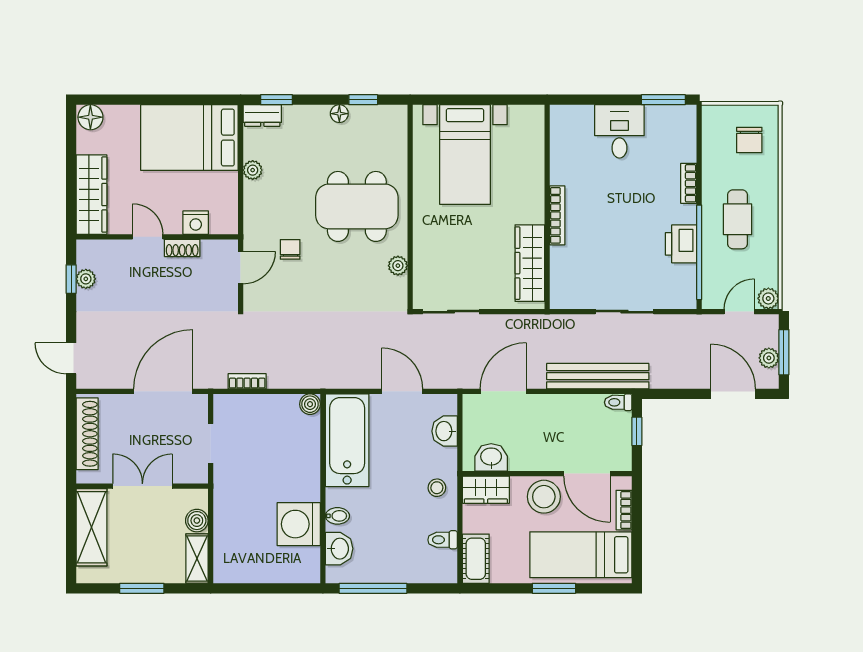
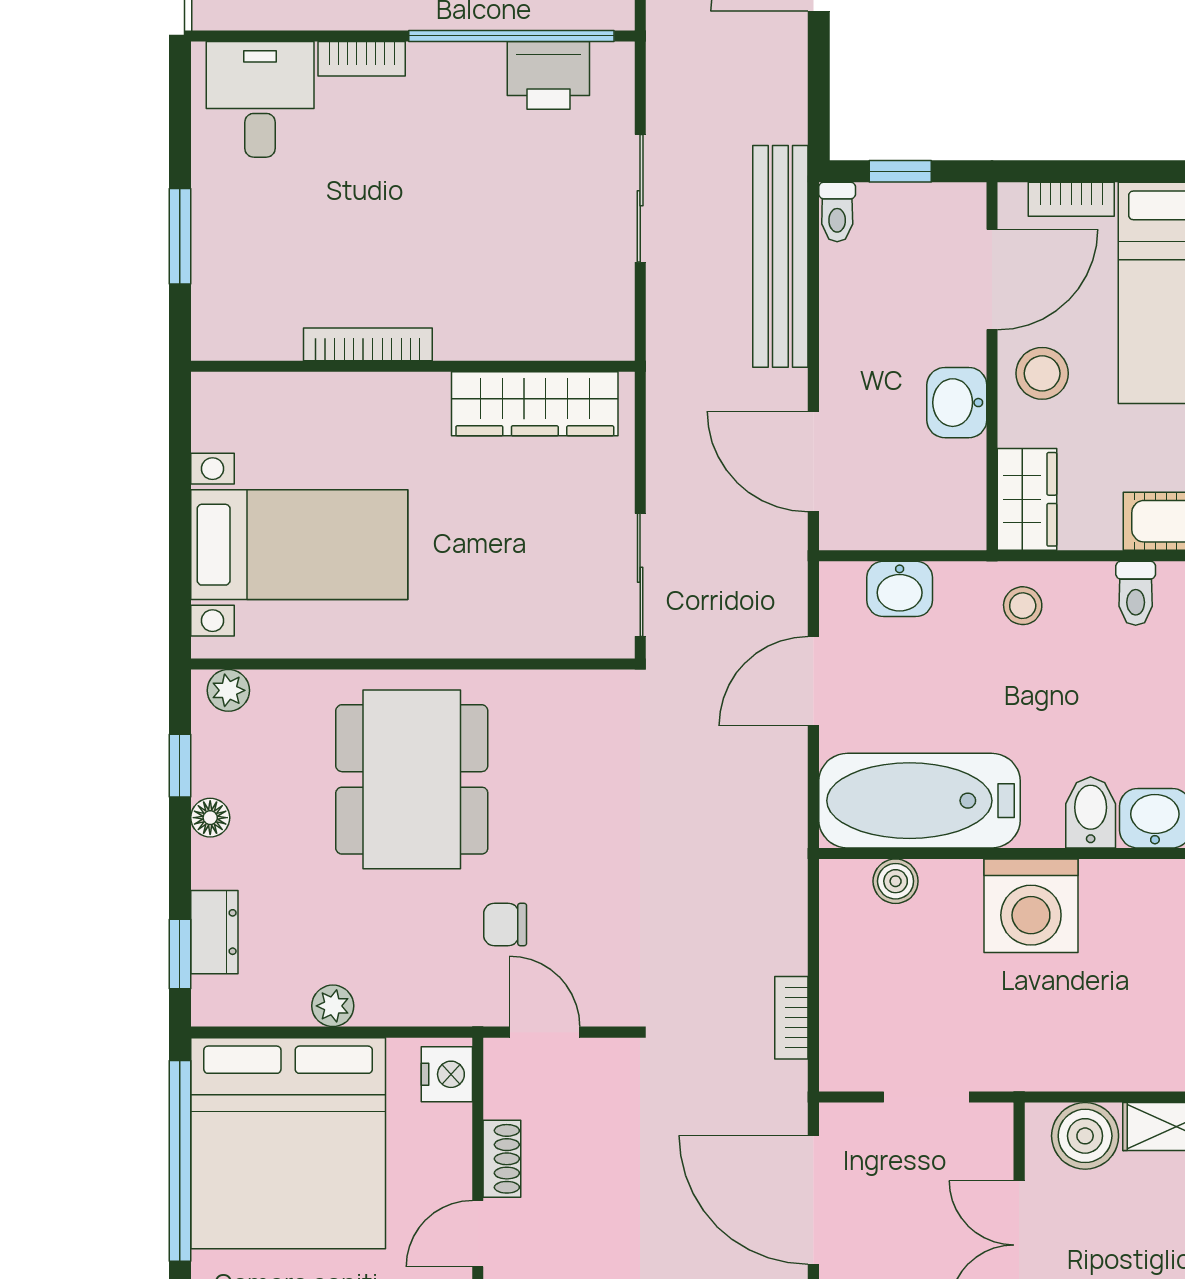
window: (181, 100) -> (180, 1161), added
window: (663, 100) -> (180, 236), moved
dresser: (262, 116) -> (214, 932), moved
desk: (619, 131) -> (260, 99), moved, turned 90
bed: (189, 138) -> (288, 1143), width x1.36
bookcase: (557, 215) -> (368, 344), moved
nightstand: (196, 223) -> (447, 1074), moved
printer: (681, 244) -> (548, 75), moved
plant: (398, 266) -> (228, 690), moved
boiler: (310, 404) -> (896, 881), moved
washbasin: (491, 457) -> (957, 403), moved
stool: (544, 497) -> (1042, 373), width x0.73, depth x0.73
bidet: (337, 516) -> (1091, 812), width x1.38, depth x1.36
boiler: (197, 521) -> (1085, 1136), width x1.36, depth x1.36
washing machine: (299, 524) -> (1031, 906), moved

